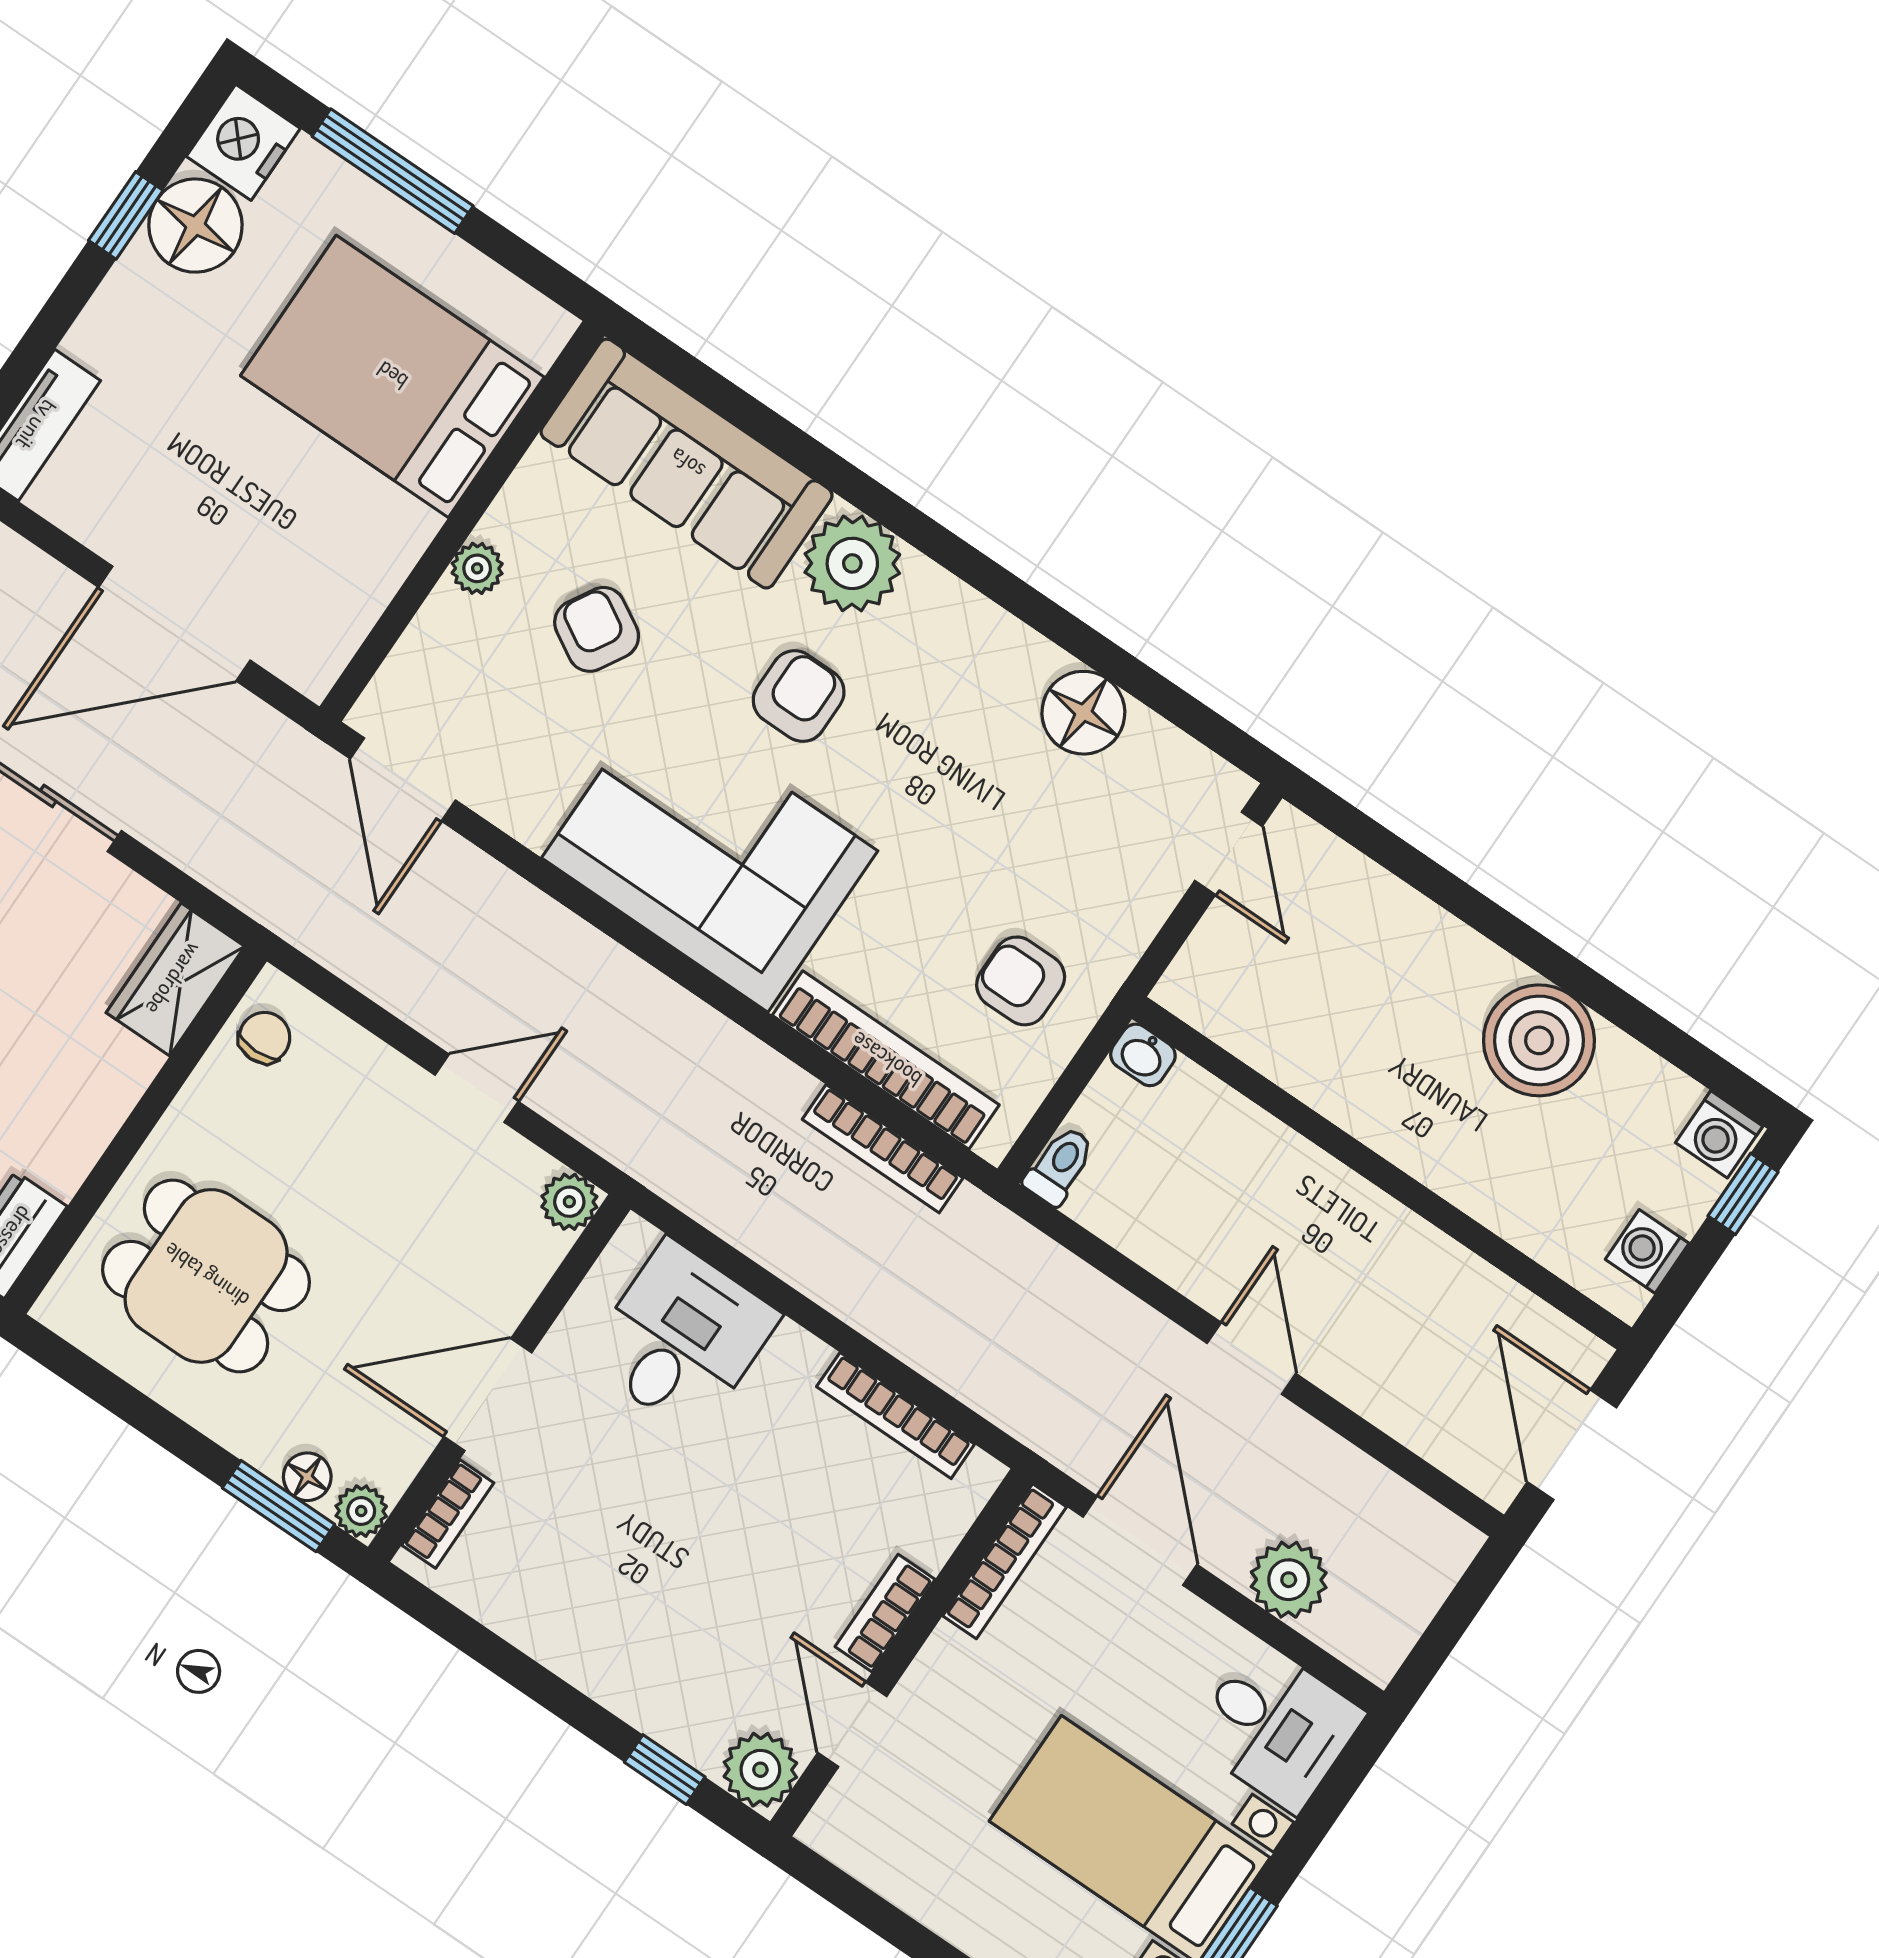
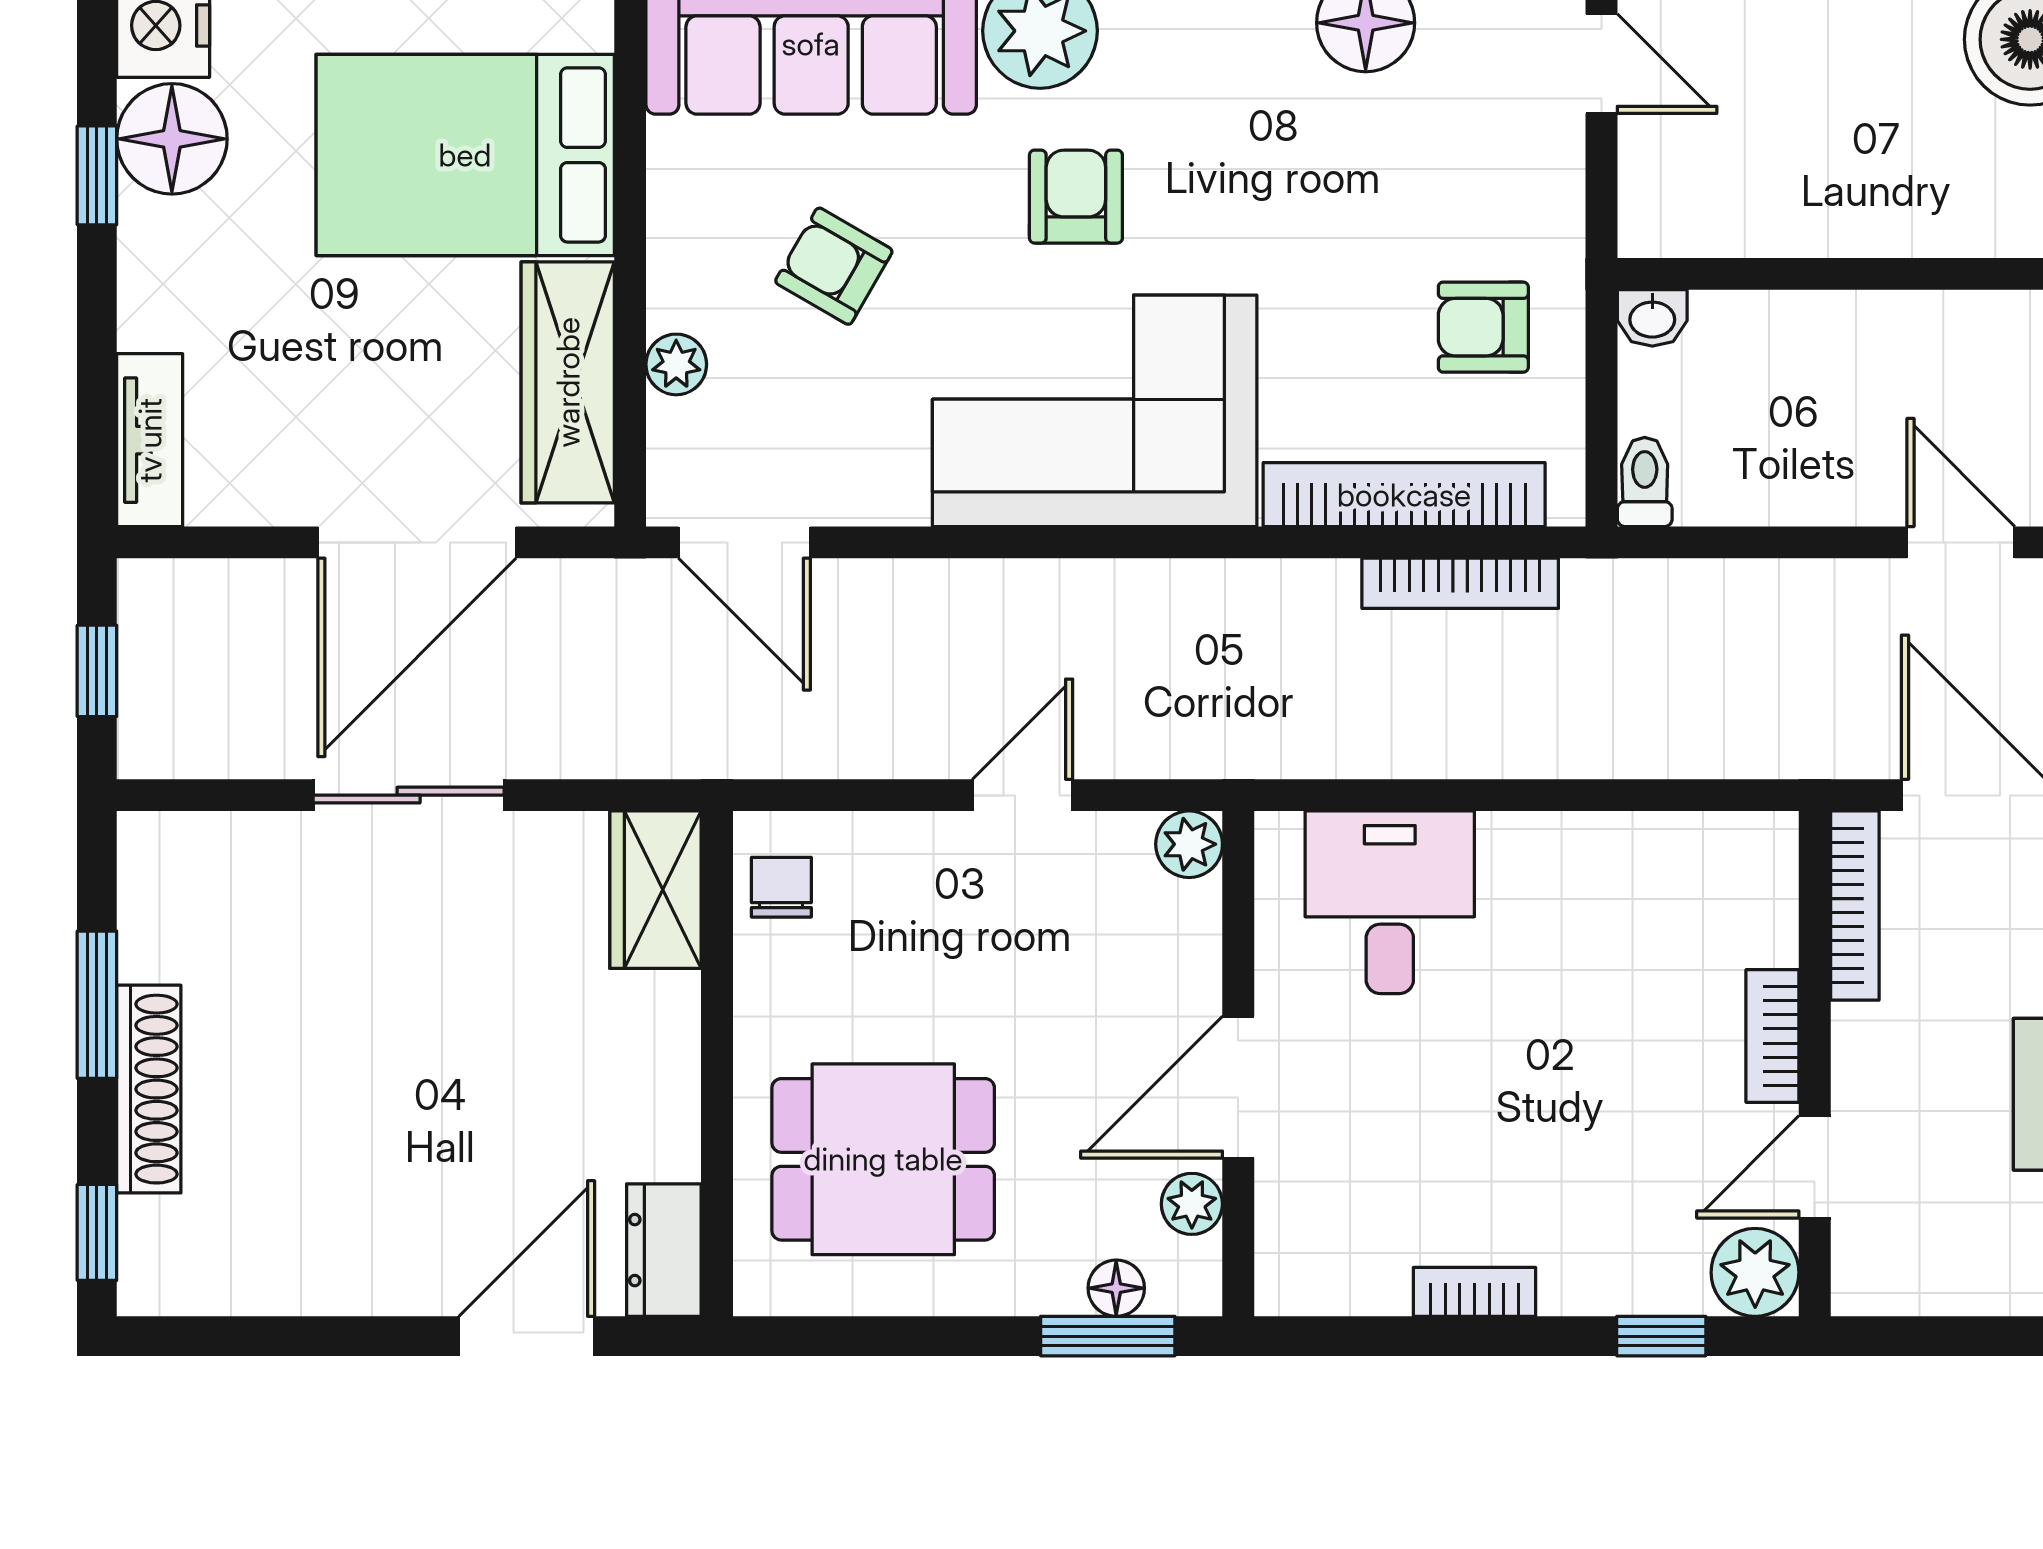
plant: (477, 568) -> (676, 364), moved
wardrobe: (356, 584) -> (568, 382), added
bookcase: (896, 1415) -> (1651, 836), removed
plant: (361, 1511) -> (1192, 1204), moved
bookcase: (448, 1514) -> (1475, 1292), moved, turned -90
door: (852, 1725) -> (1815, 1167), hinge flipped

